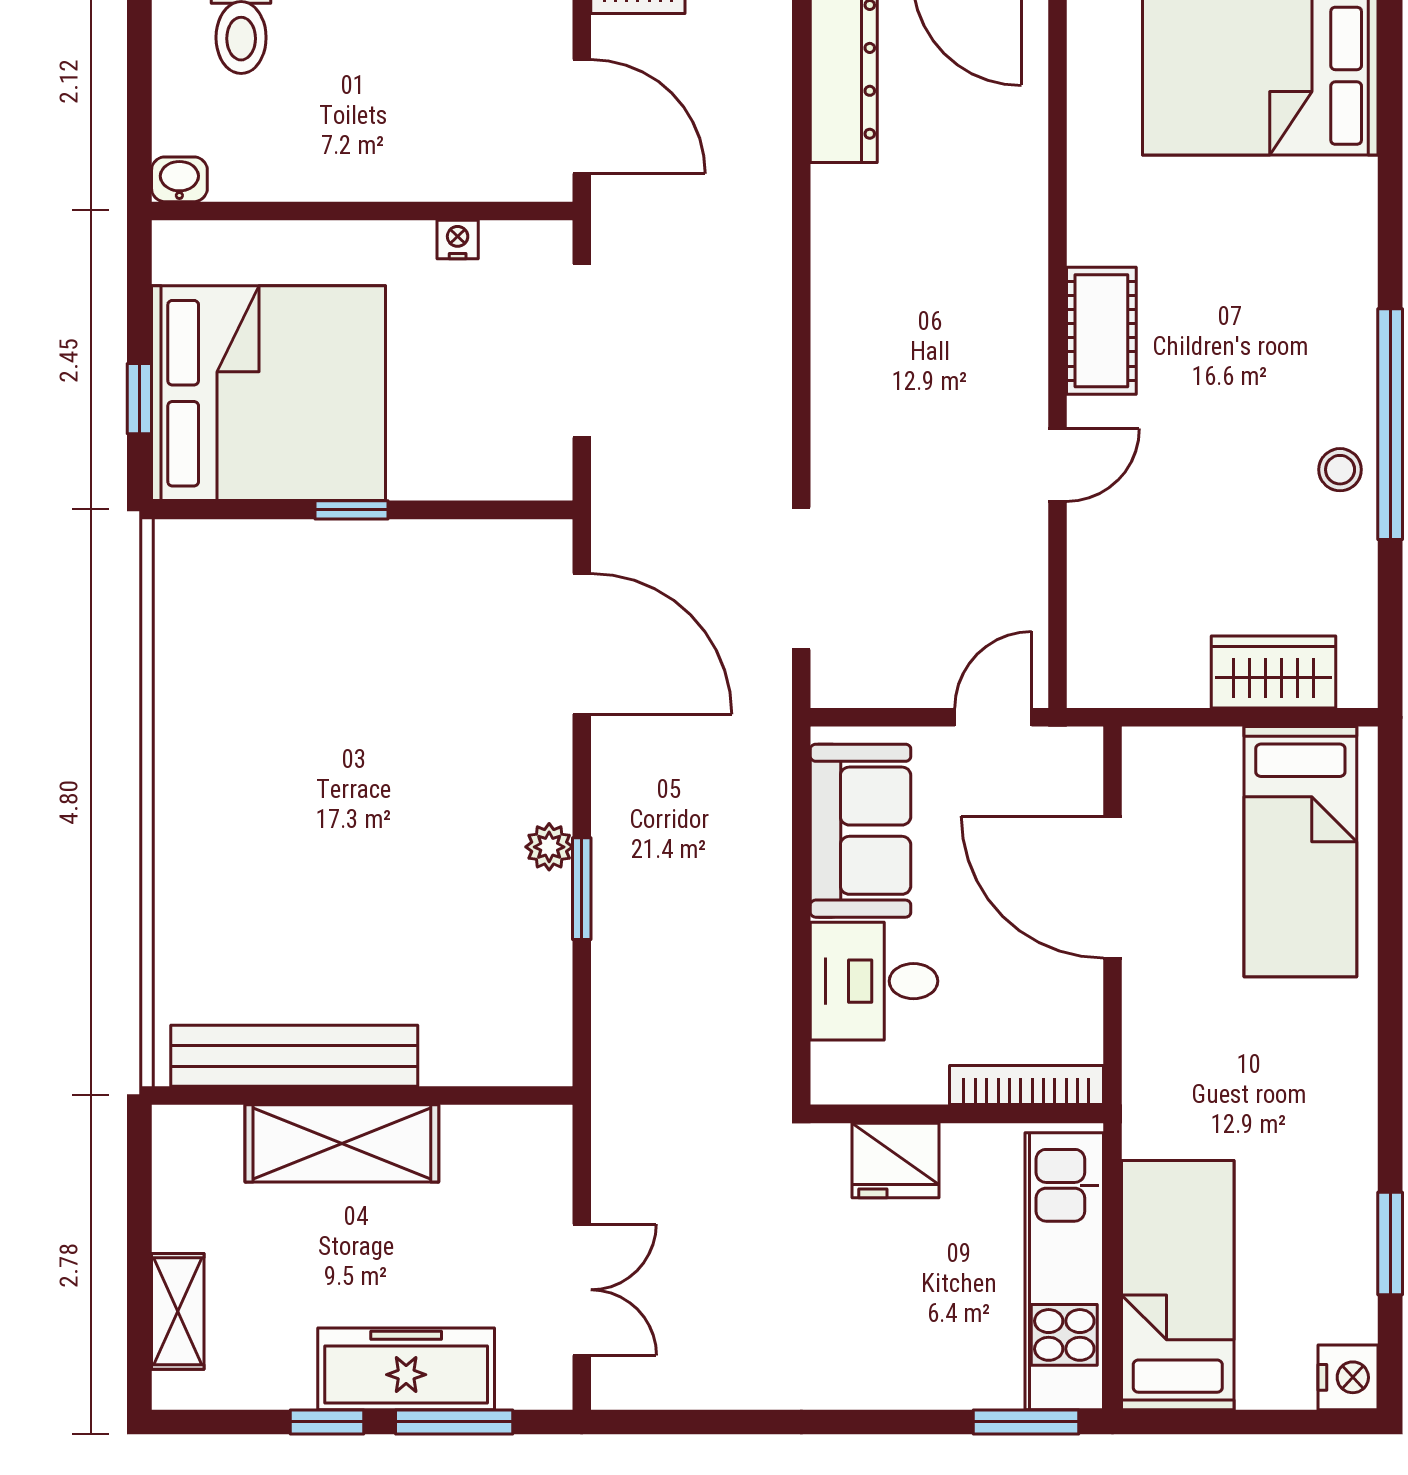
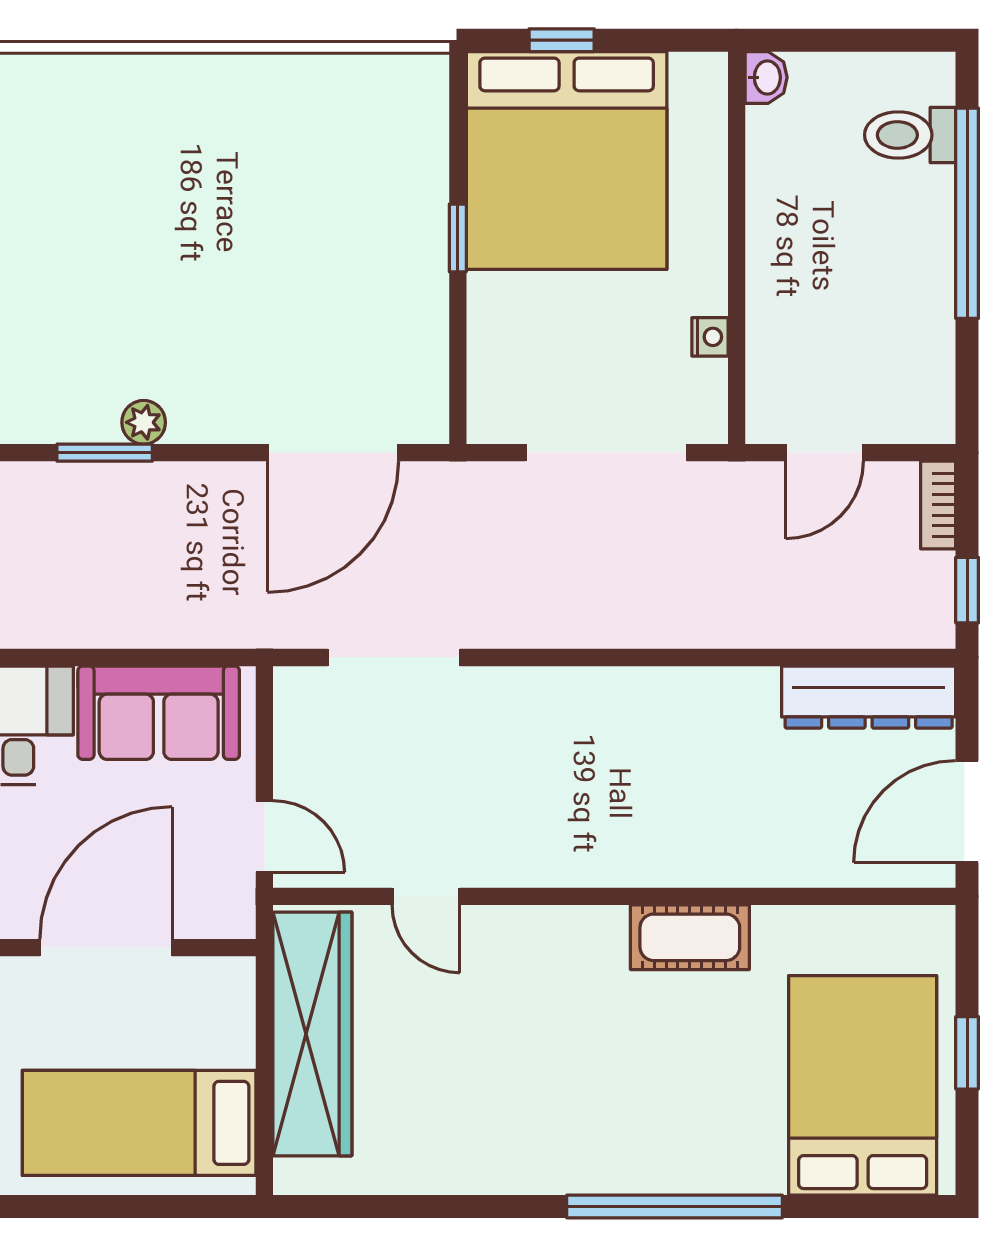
door: (582, 117) -> (825, 453), width x0.73
cot: (1101, 331) -> (690, 937), moved
window: (1390, 424) -> (675, 1207), moved
door: (1058, 465) -> (426, 896), moved
stool: (1340, 470) -> (495, 1160), removed
wardrobe: (1273, 672) -> (312, 1034), width x2.10, depth x1.17

